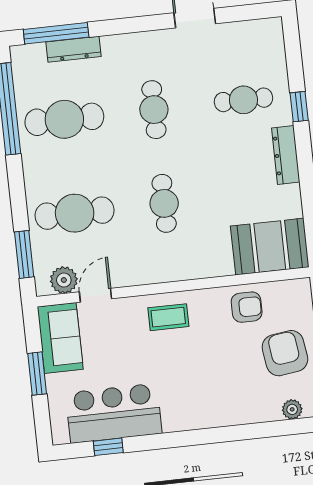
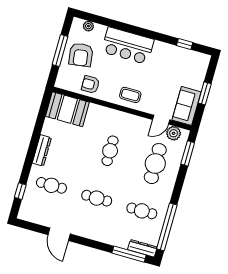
dresser: (74, 49) -> (142, 248), moved
window: (299, 107) -> (20, 191), moved
cafe table: (154, 110) -> (97, 198), turned 90
cafe table: (64, 119) -> (142, 211), width x0.73, depth x0.74
cafe table: (75, 213) -> (155, 164), turned 90
bar counter: (114, 413) -> (128, 46), moved

